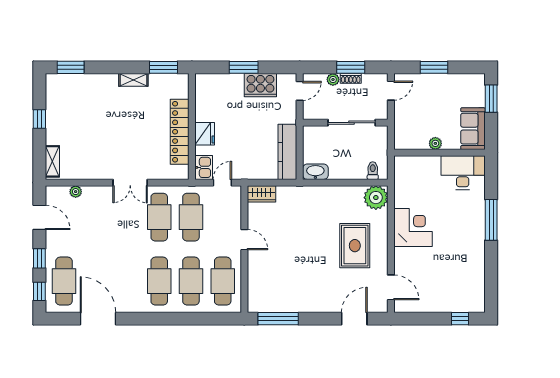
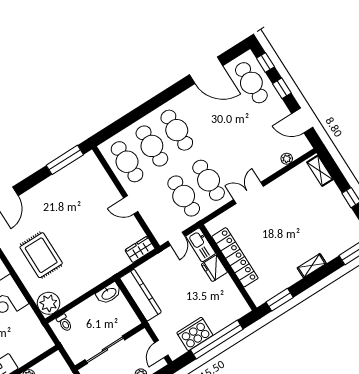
window: (244, 67) -> (217, 340), width x2.11
shelving: (133, 80) -> (312, 266), moved
kitchen sink: (204, 167) -> (201, 245), width x1.38

